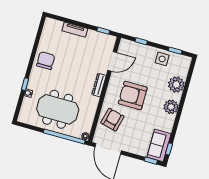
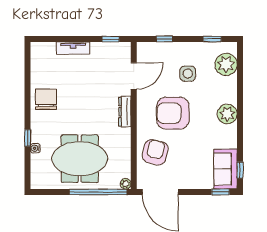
side table: (162, 59) -> (188, 74), moved
plant: (176, 84) -> (226, 64), moved

